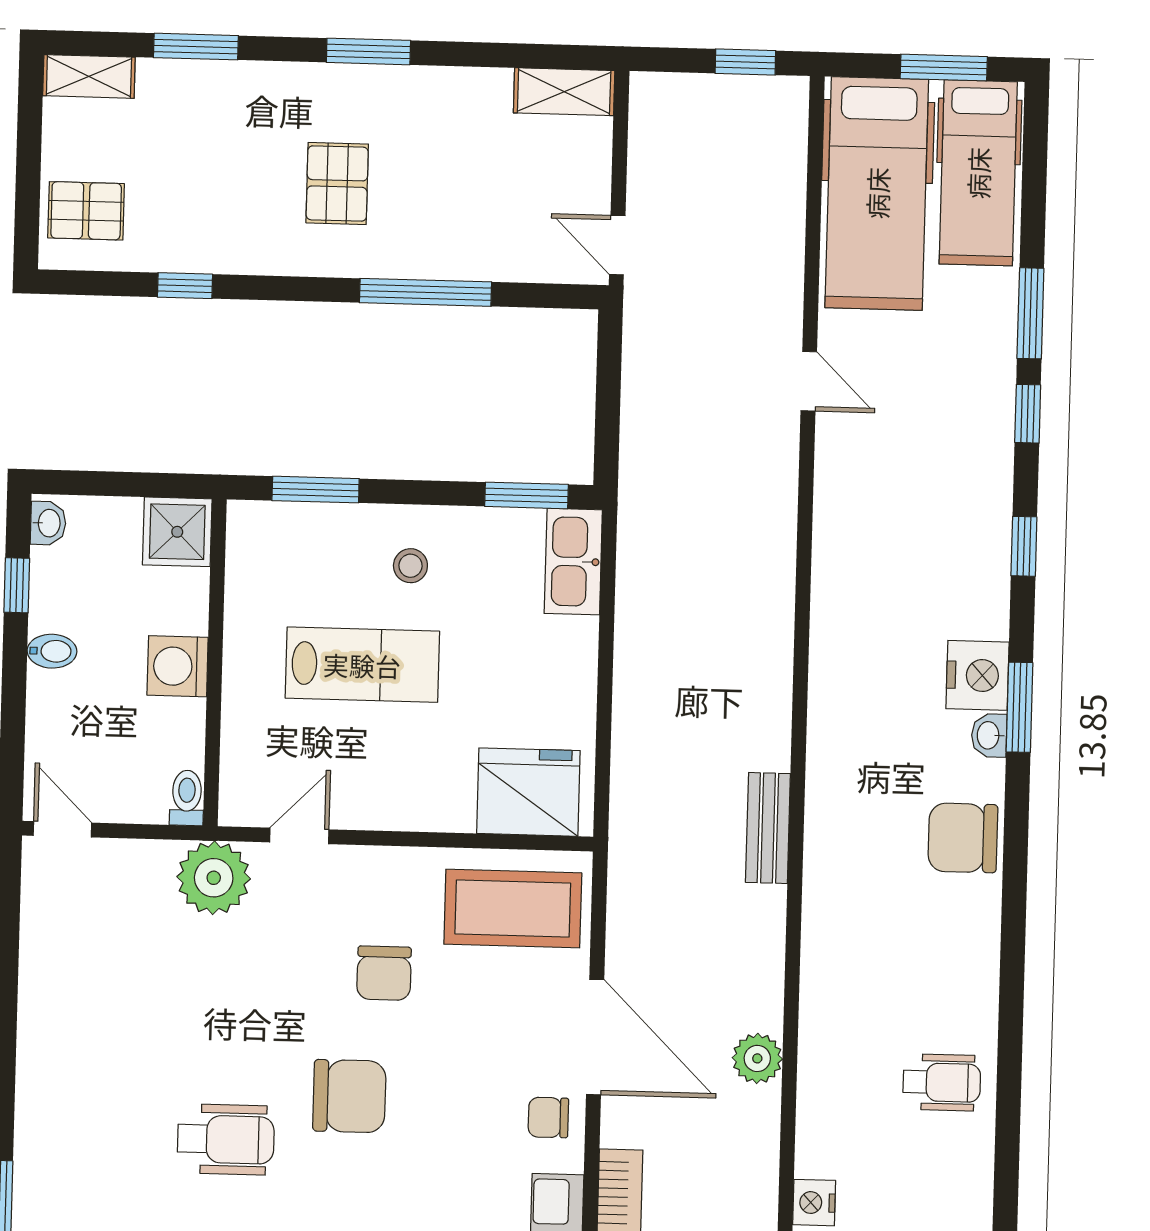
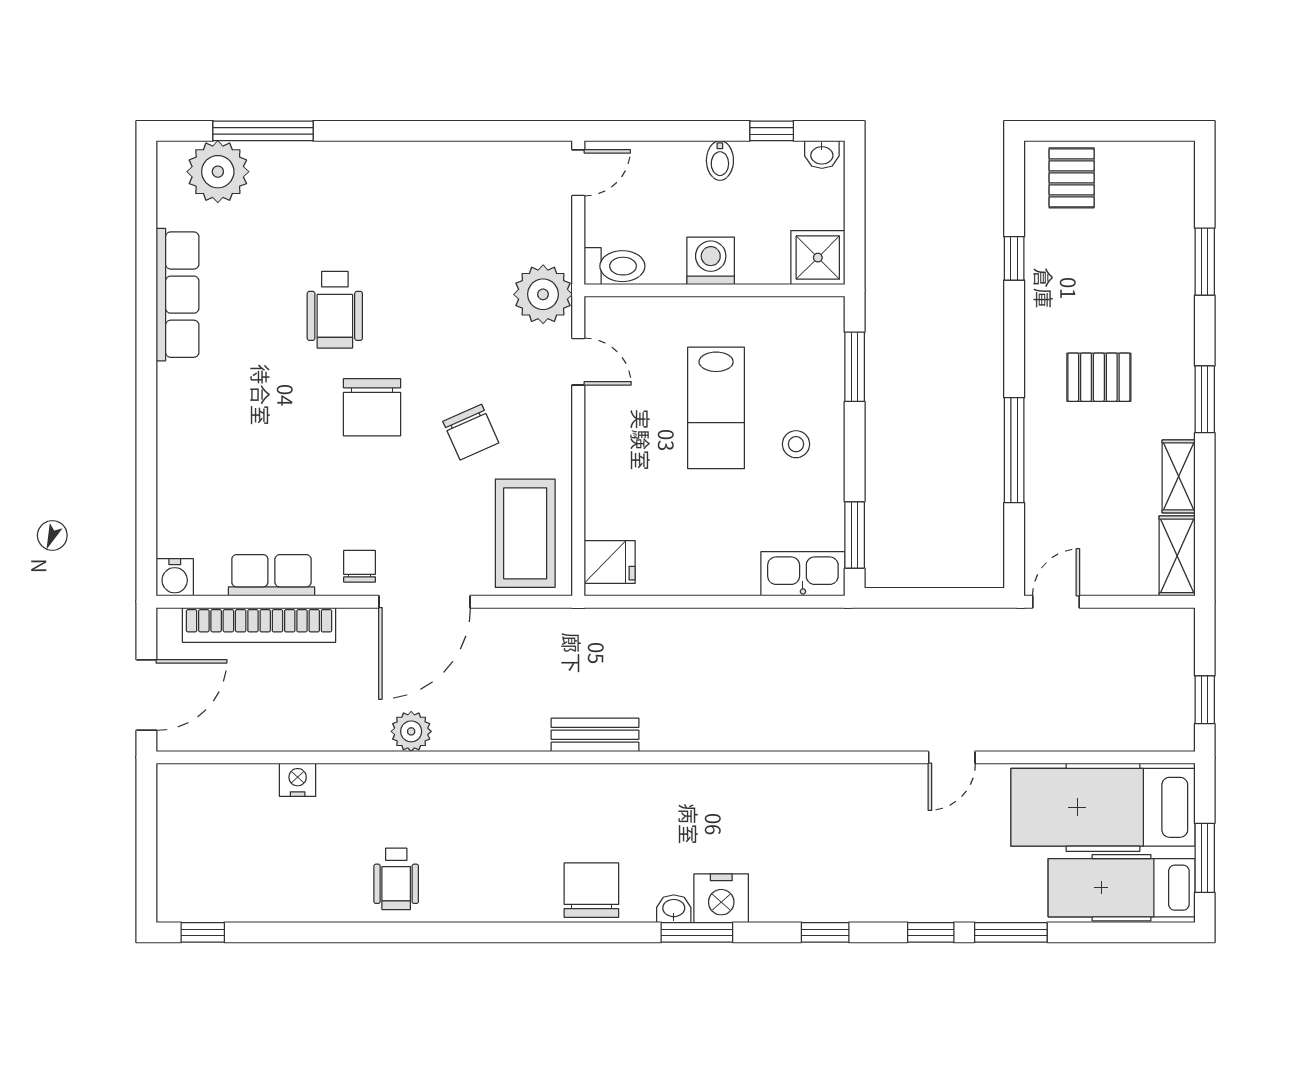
shelving: (89, 76) -> (1179, 476), moved
fridge: (528, 792) -> (610, 562), width x0.53, depth x0.75
toilet: (187, 798) -> (615, 266), width x1.37, depth x1.39
chair: (384, 973) -> (471, 432), turned -114

